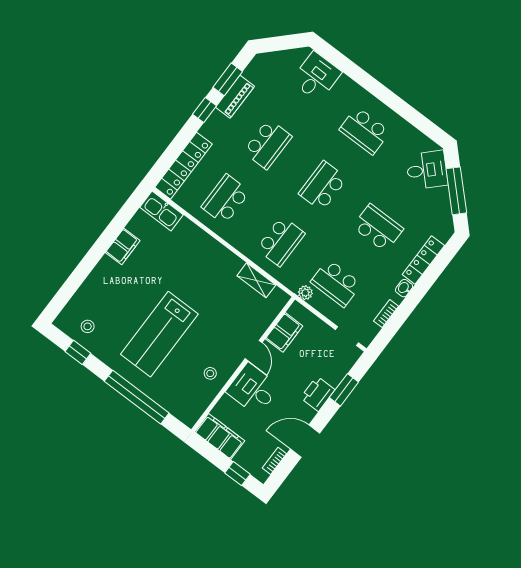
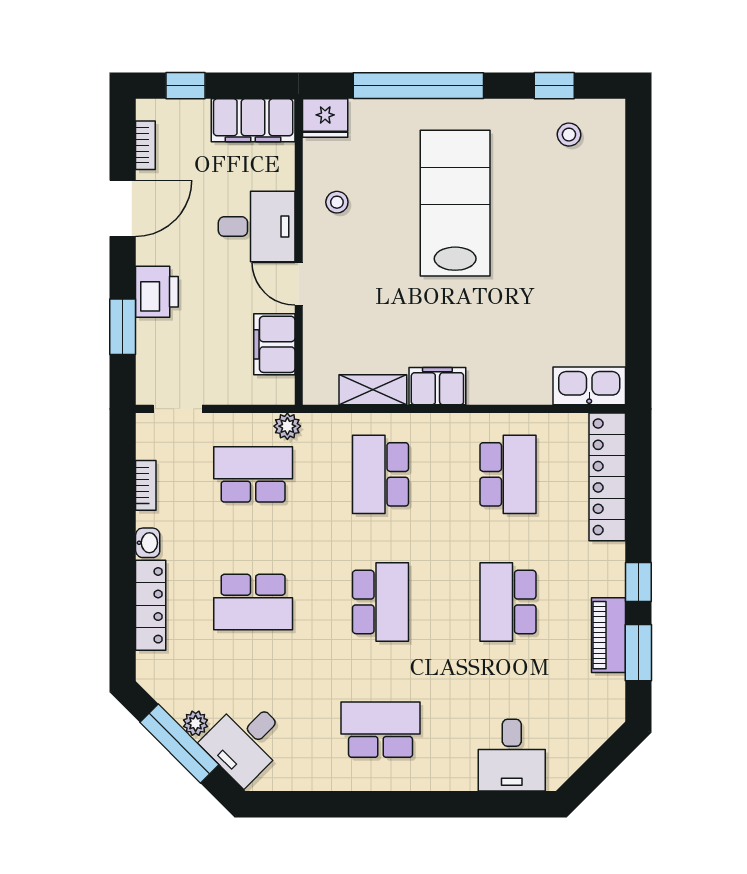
plant: (443, 194) -> (196, 723), added
filing cabinet: (123, 246) -> (437, 386), moved, turned 90
fridge: (188, 414) -> (325, 118), added

